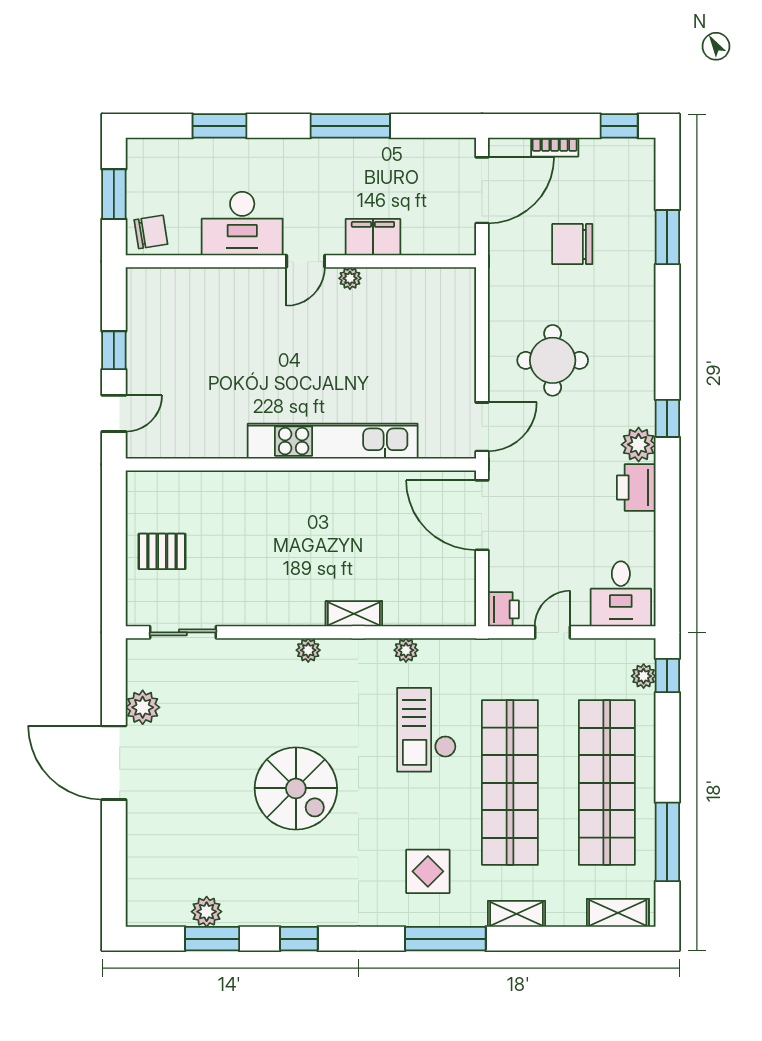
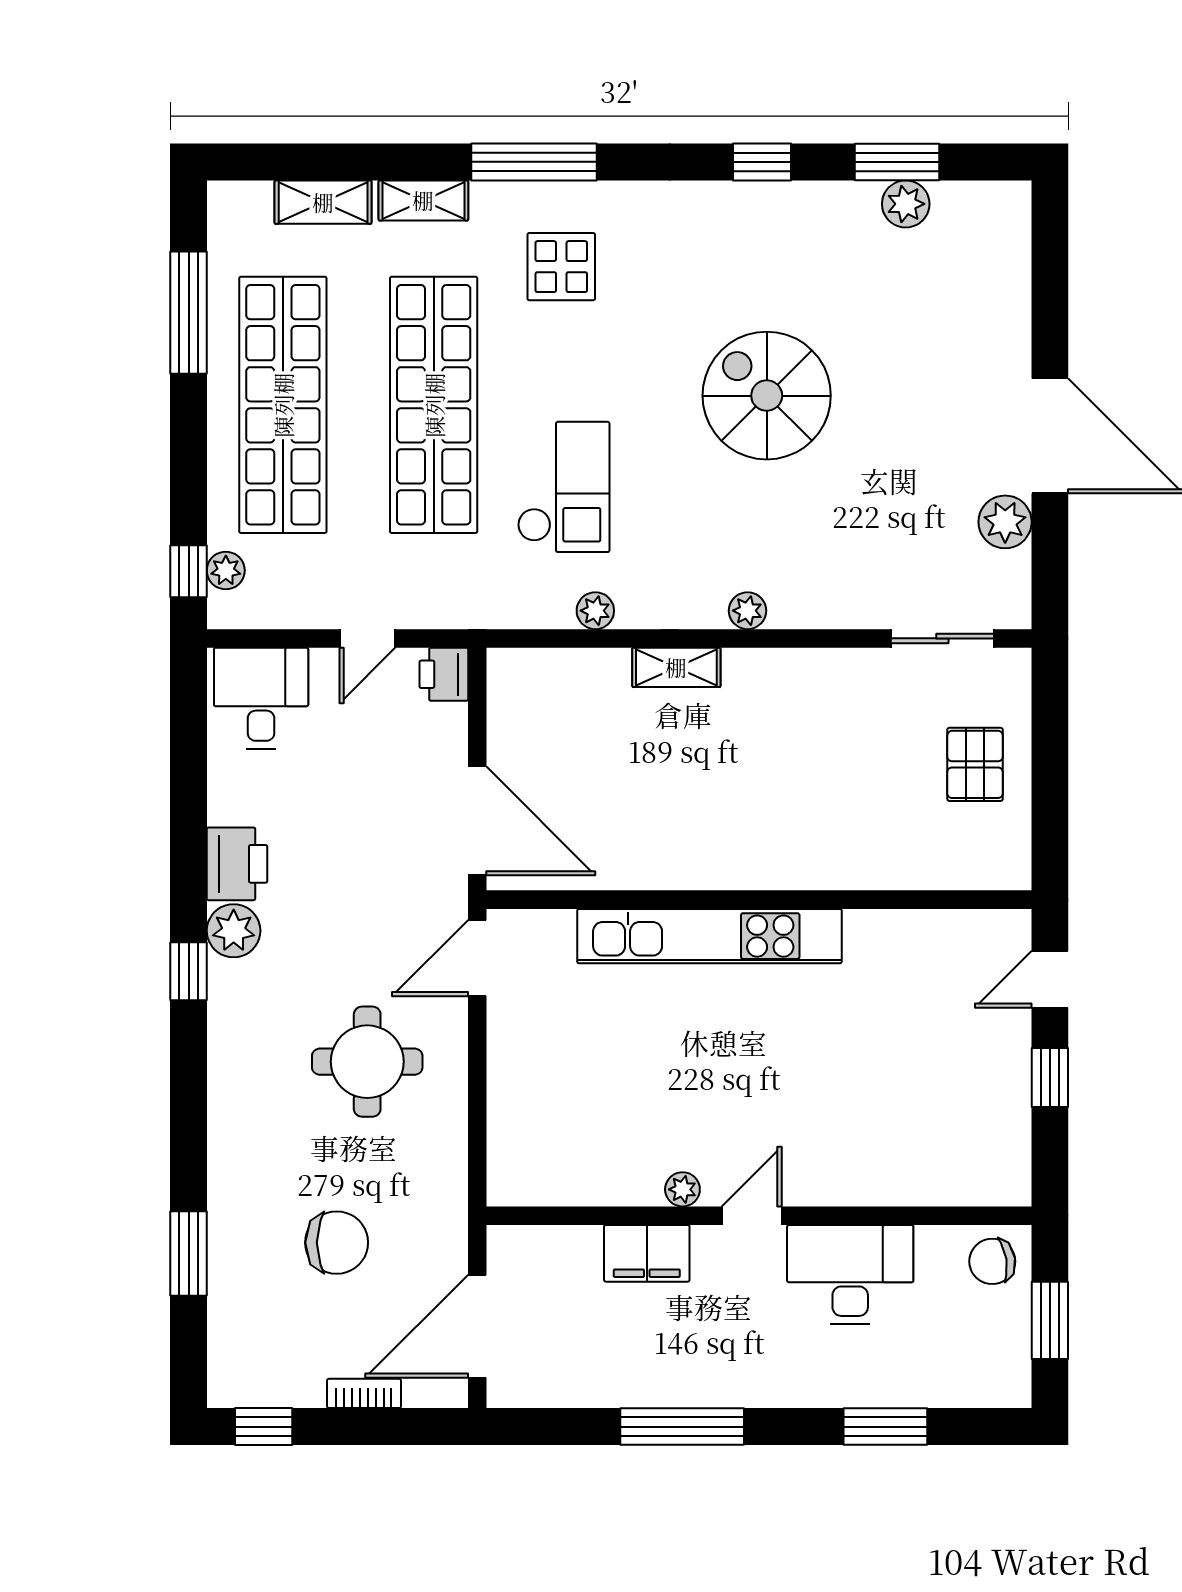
pallet: (162, 551) -> (975, 764), turned 90
shelving: (618, 913) -> (323, 202), moved

